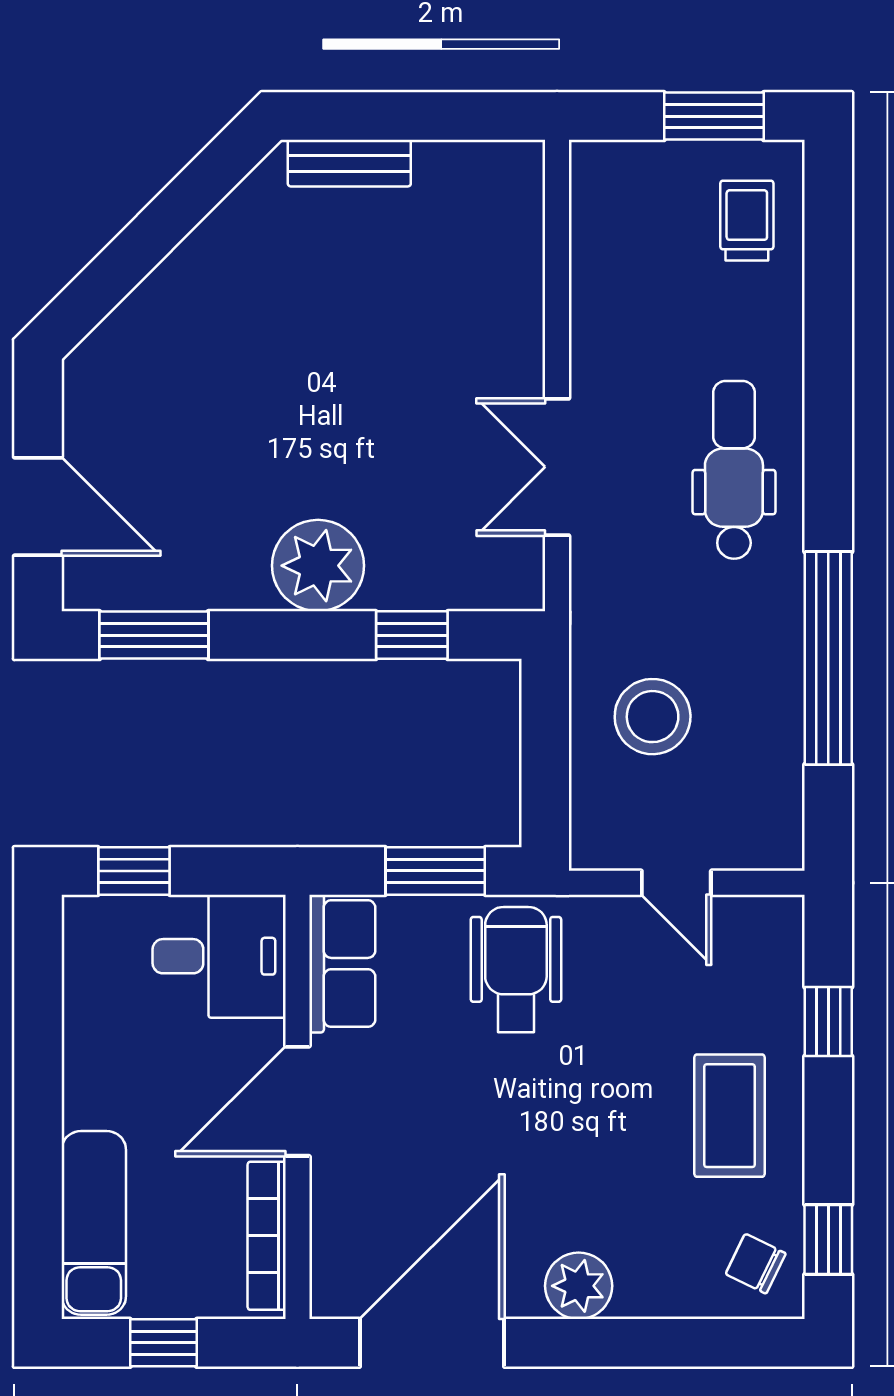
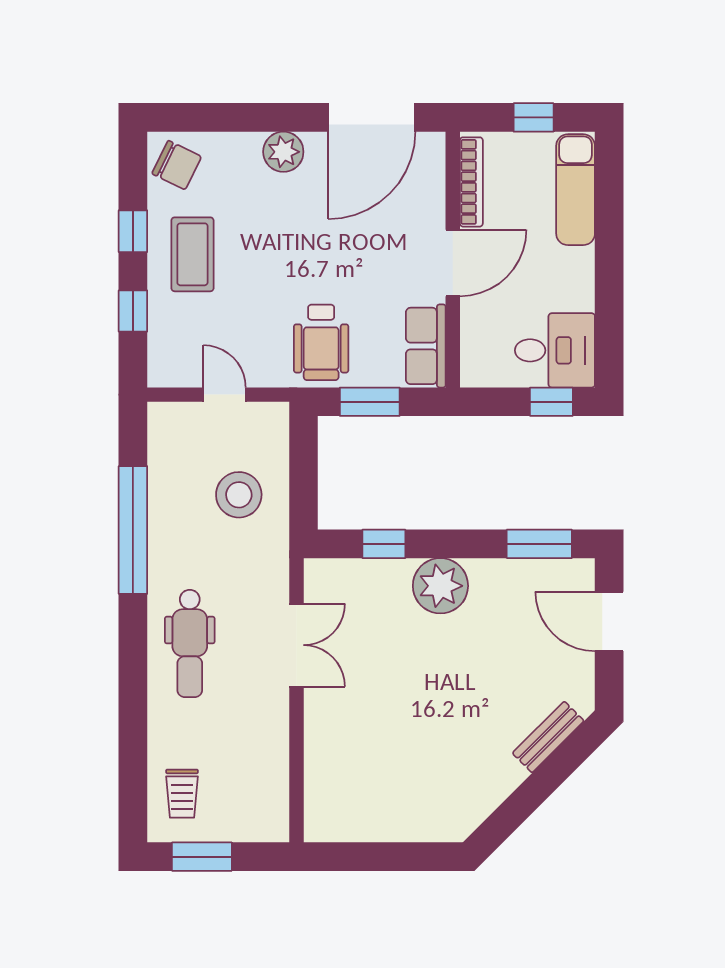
bench: (349, 163) -> (548, 737), moved, turned -45
desk: (219, 956) -> (555, 350), moved, turned 180
window: (828, 1240) -> (133, 231), moved
chair: (756, 1264) -> (177, 165), width x1.37, depth x1.37

